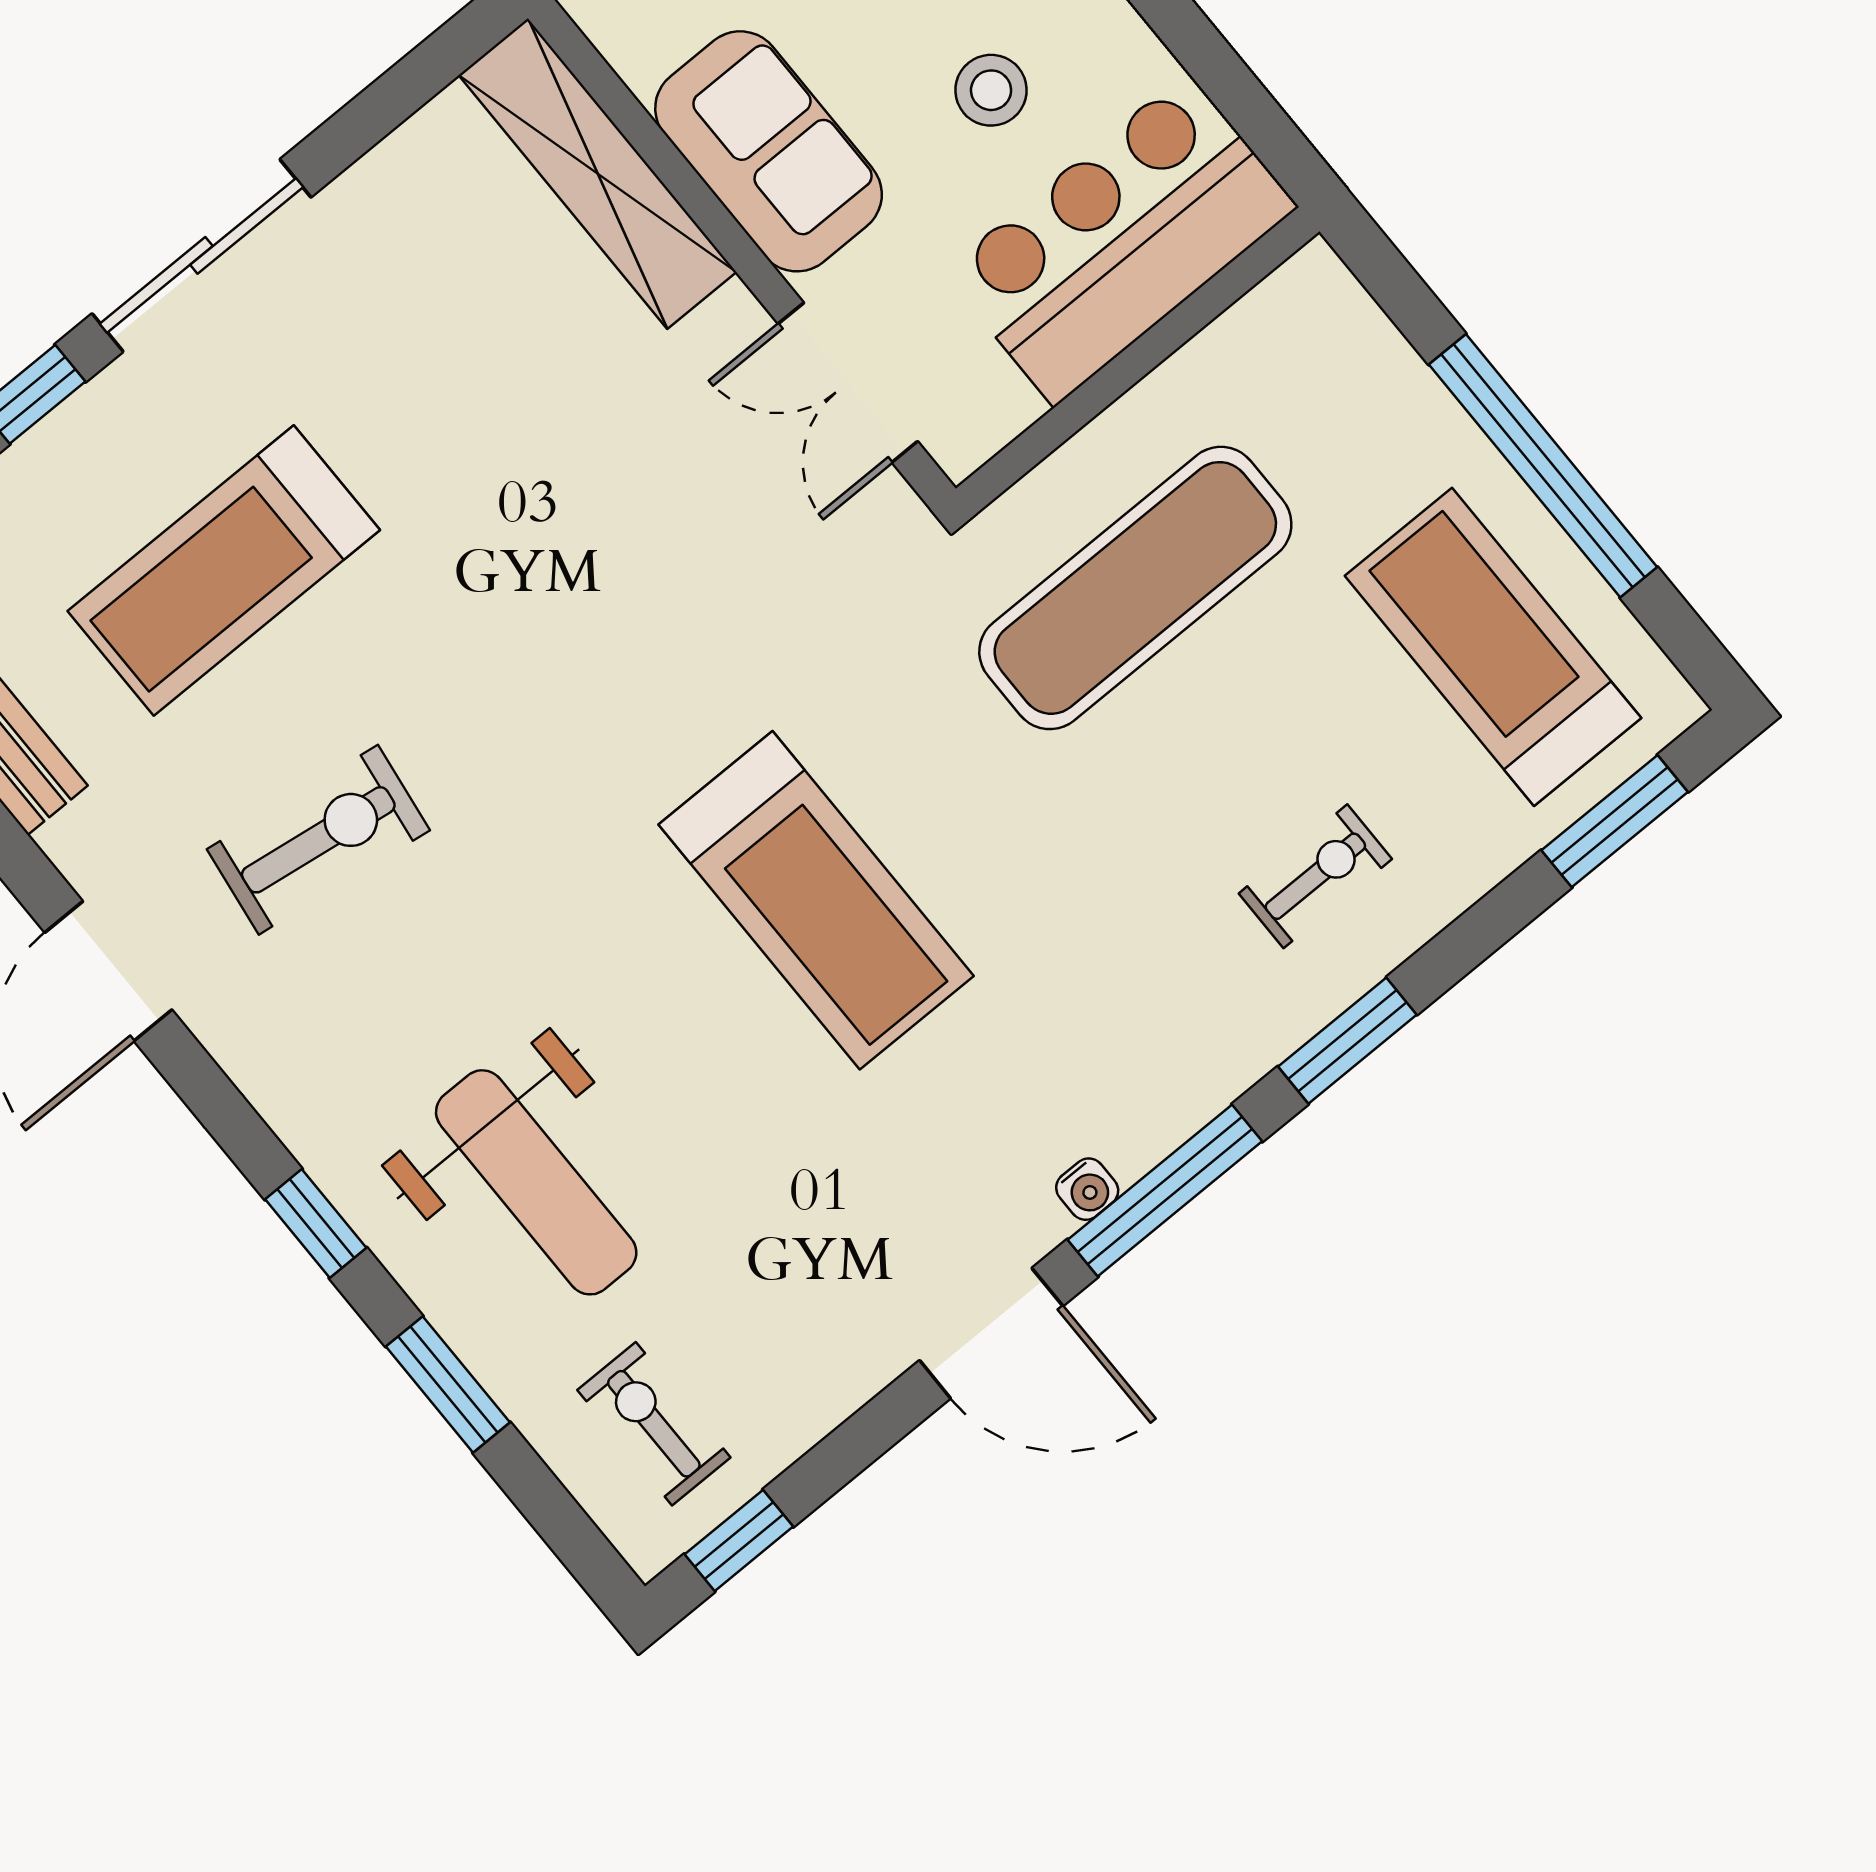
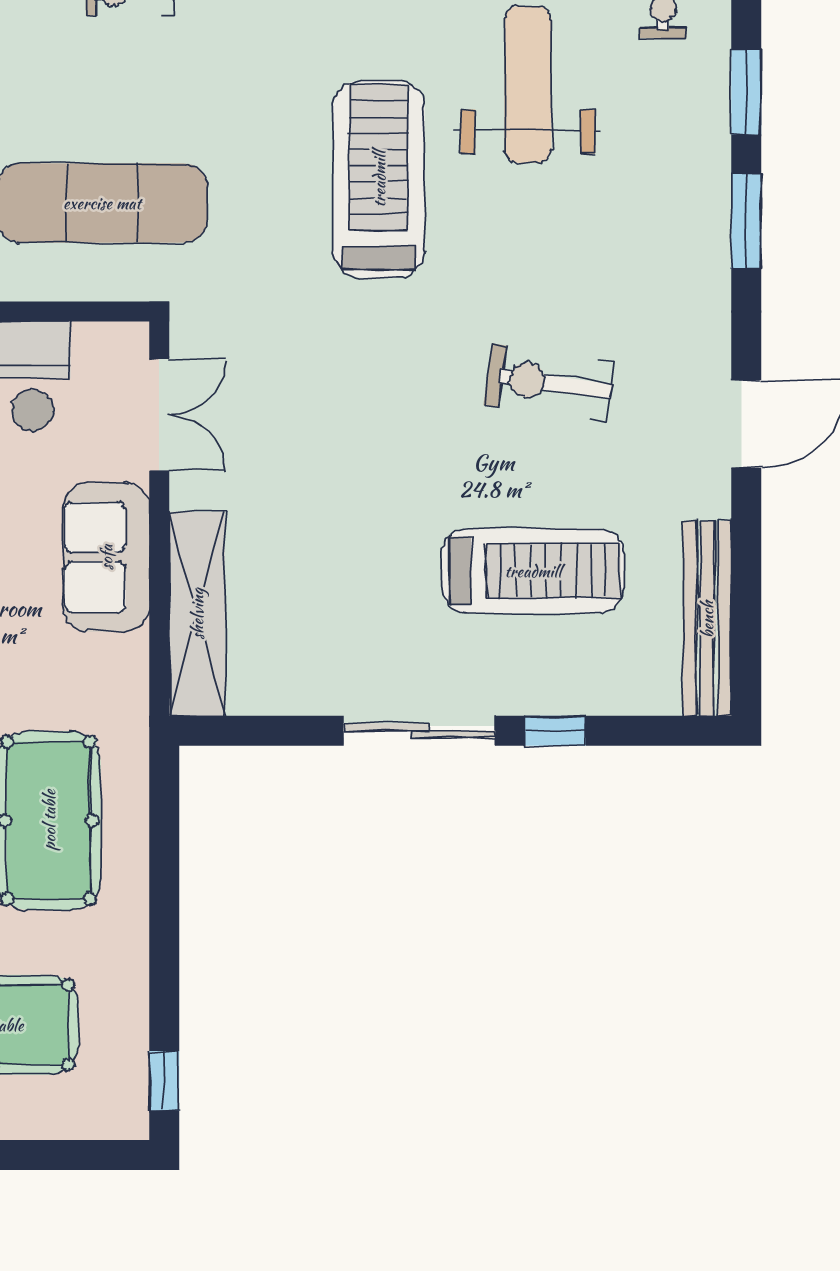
exercise bike: (318, 840) -> (549, 383), moved
weight bench: (536, 1182) -> (528, 85), moved
window: (316, 1224) -> (746, 221), width x1.50

